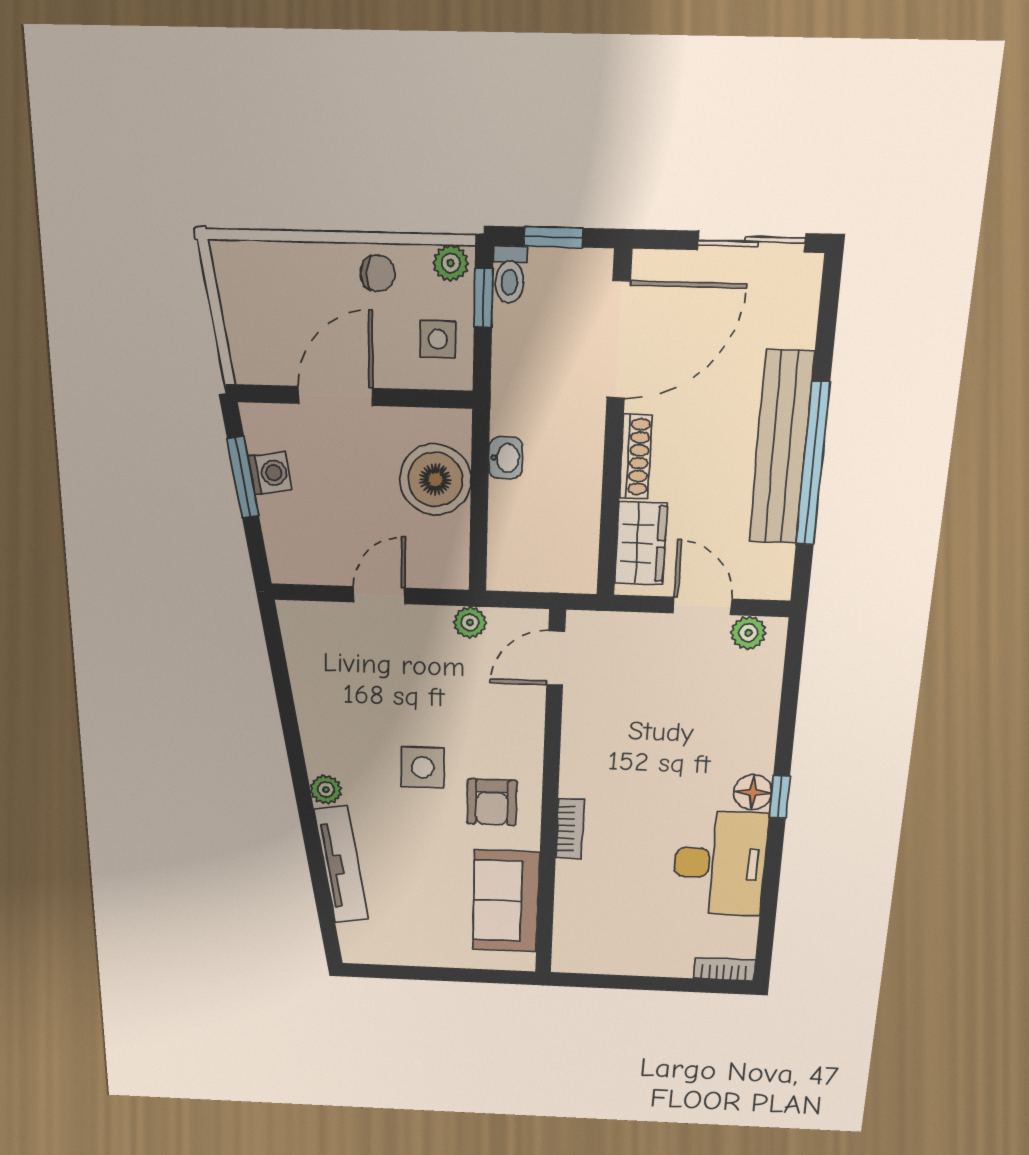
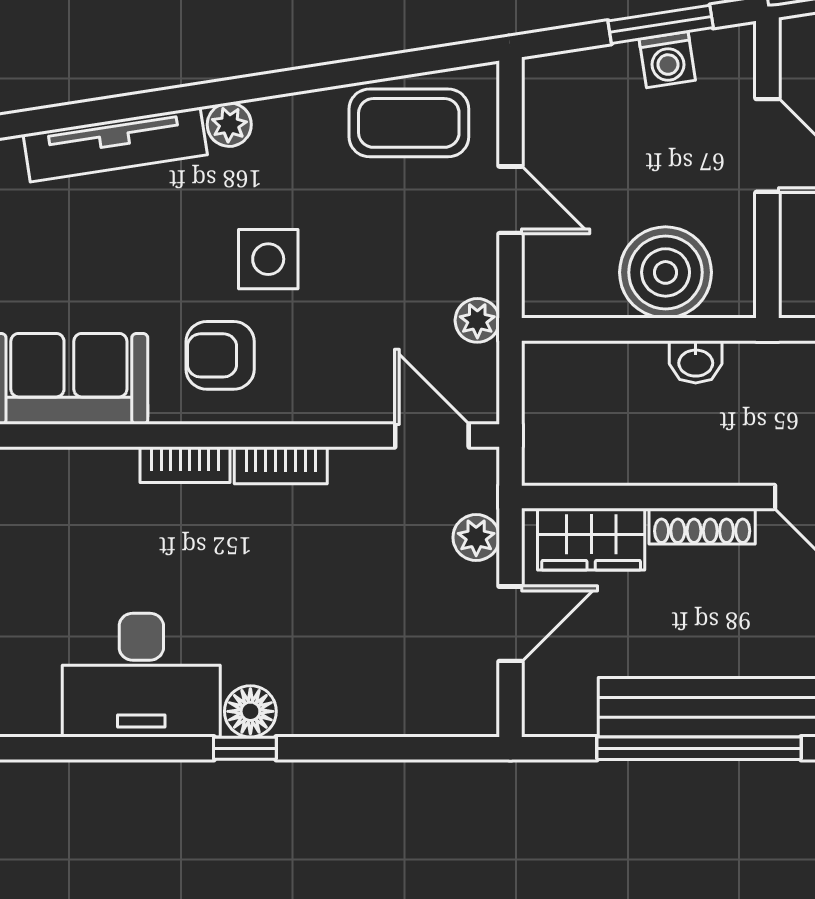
plant: (748, 633) -> (476, 537), moved
coffee table: (322, 666) -> (409, 123), added
bookcase: (573, 765) -> (281, 465), added

